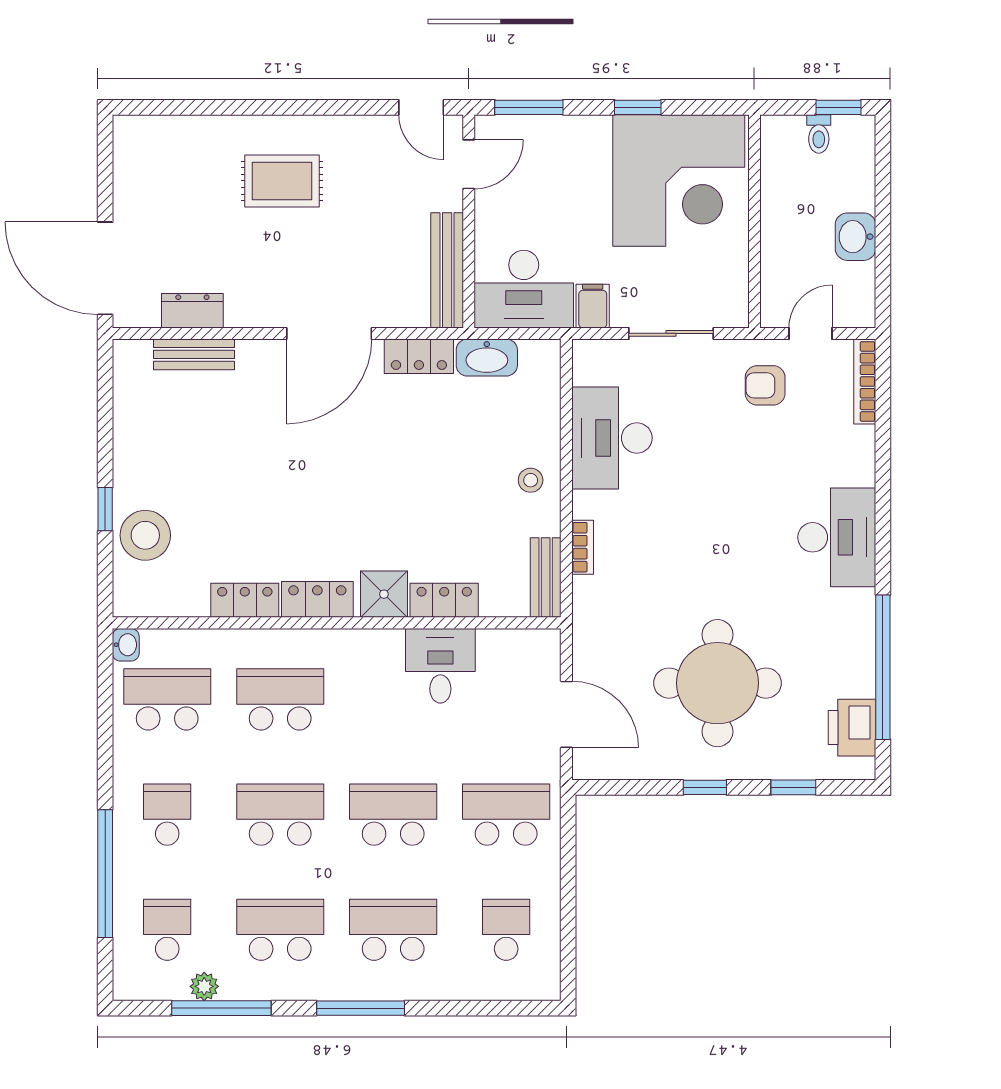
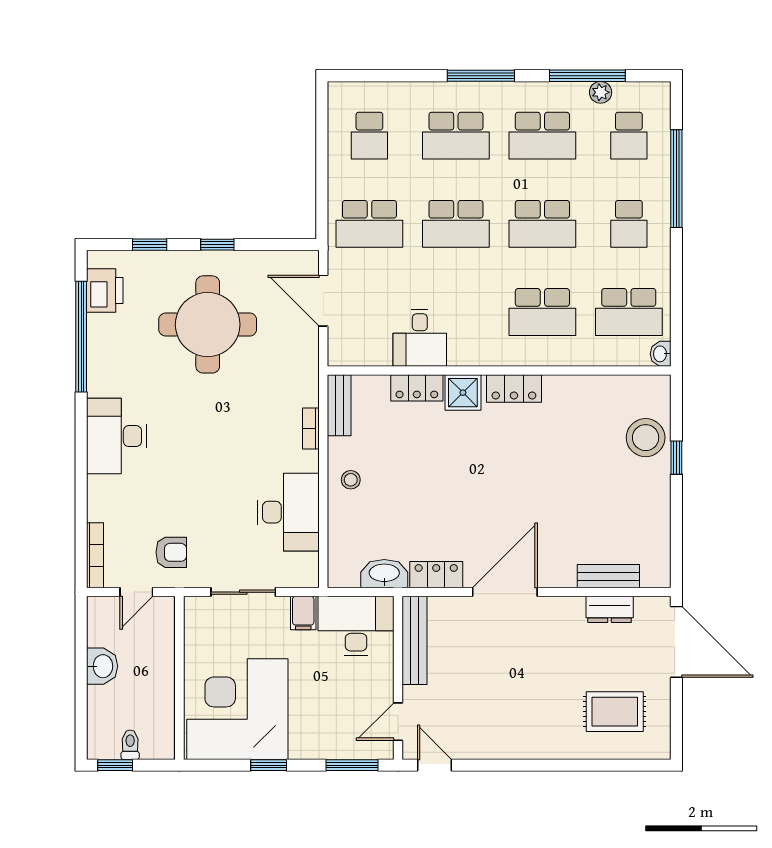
rug: (282, 181) -> (615, 712), moved
locker: (245, 600) -> (569, 388), removed

